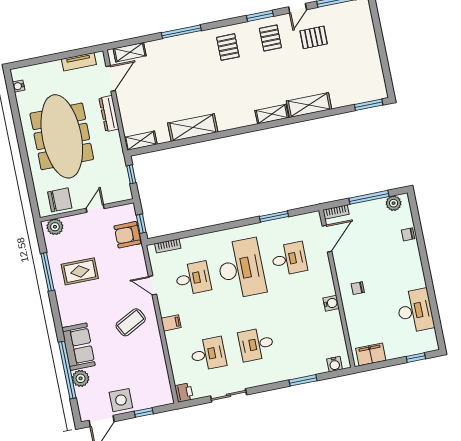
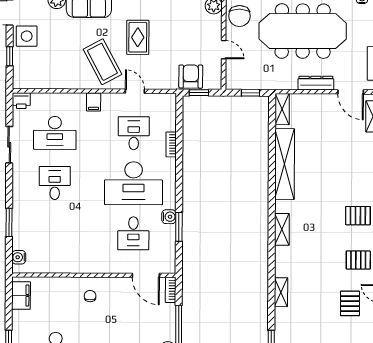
shelving: (309, 105) -> (281, 292), width x0.67, depth x0.75
shelving: (272, 114) -> (282, 229), moved
shelving: (193, 128) -> (285, 164), width x1.47
bookcase: (168, 246) -> (171, 144), moved
rug: (80, 271) -> (138, 37), moved
desk: (193, 278) -> (134, 133), turned 180
door: (152, 285) -> (135, 91), hinge flipped
water cooler: (331, 303) -> (169, 217), moved, turned -90
coffee table: (131, 322) -> (102, 62), width x1.36, depth x1.32
desk: (208, 354) -> (55, 133), width x1.37

